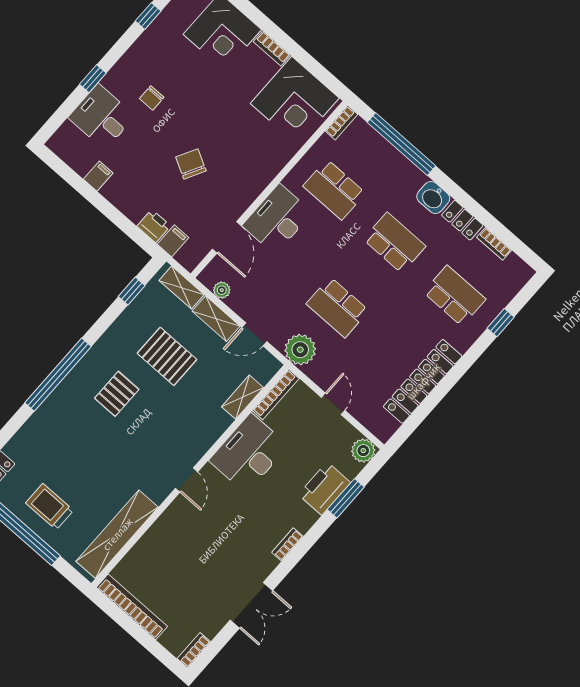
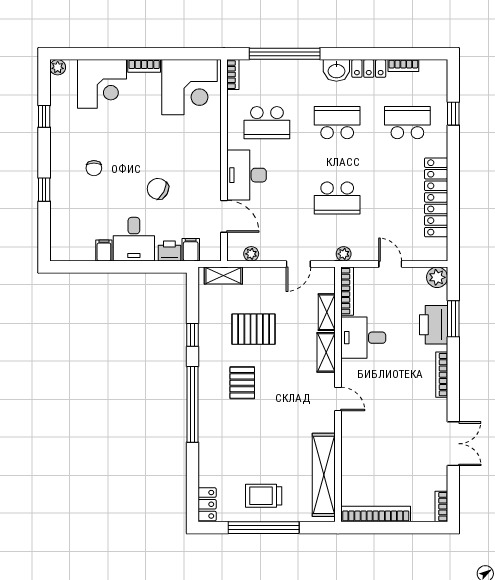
desk: (101, 117) -> (134, 239), moved, turned -90
window: (132, 291) -> (193, 335), moved
shelving: (216, 319) -> (326, 352), moved, turned 90
plant: (300, 350) -> (344, 254), width x0.53, depth x0.53
desk: (249, 453) -> (363, 338), width x0.73
bookcase: (287, 544) -> (442, 375), width x1.56

